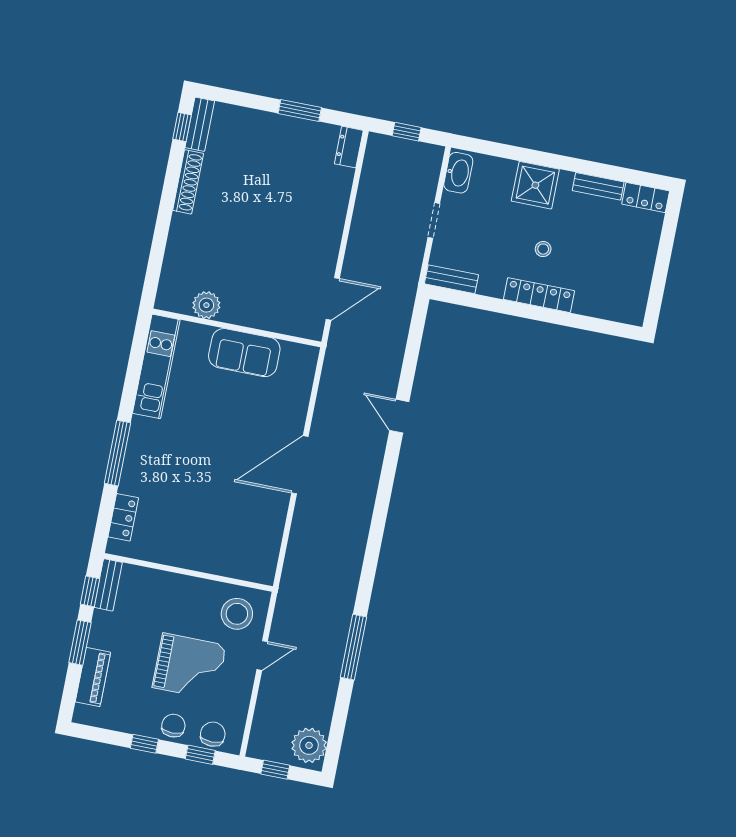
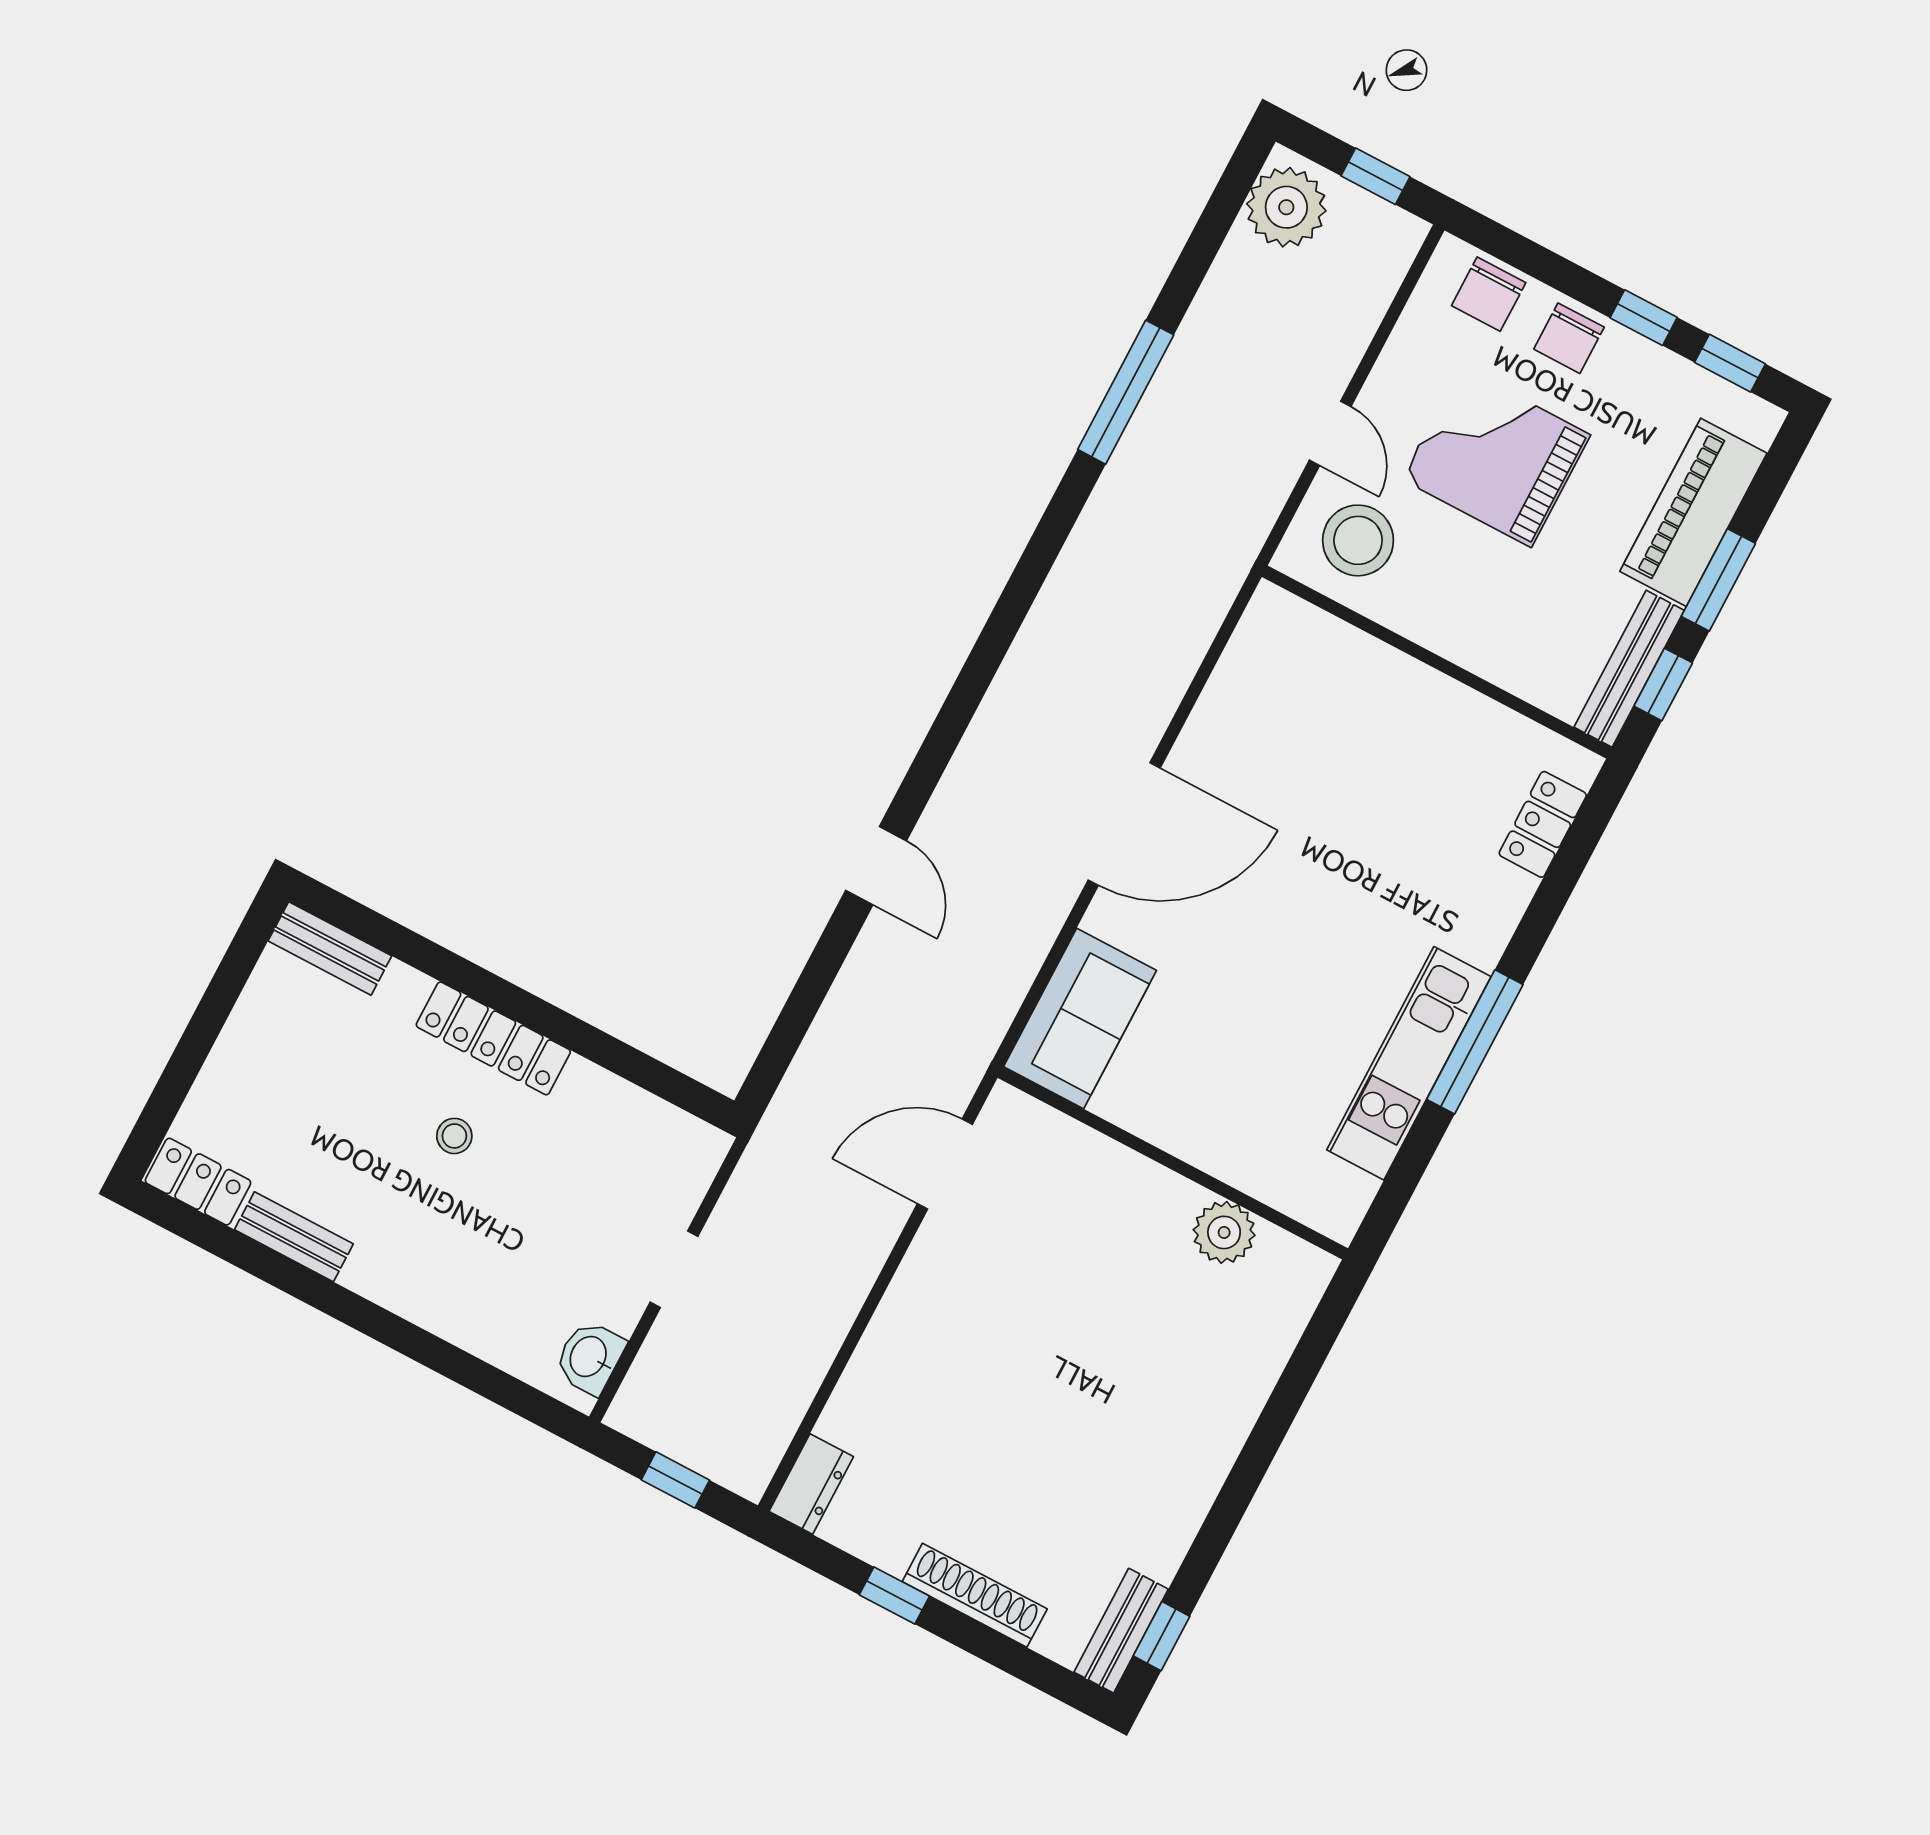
window: (300, 111) -> (894, 1596), width x0.67
washbasin: (458, 173) -> (590, 1357), width x0.72
shoe rack: (188, 182) -> (975, 1595), moved, turned 90
shower: (535, 185) -> (430, 1280), removed
bench: (452, 279) -> (330, 948), moved
sofa: (244, 353) -> (1080, 1018), moved, turned 90
kitchen unit: (156, 366) -> (1409, 1063), moved
window: (117, 453) -> (1475, 1042), moved
bench: (108, 585) -> (1629, 669), width x1.36
door: (262, 655) -> (1330, 433), swing flipped
piano: (93, 677) -> (1693, 512), width x1.37, depth x1.33
window: (200, 755) -> (1730, 363), moved

